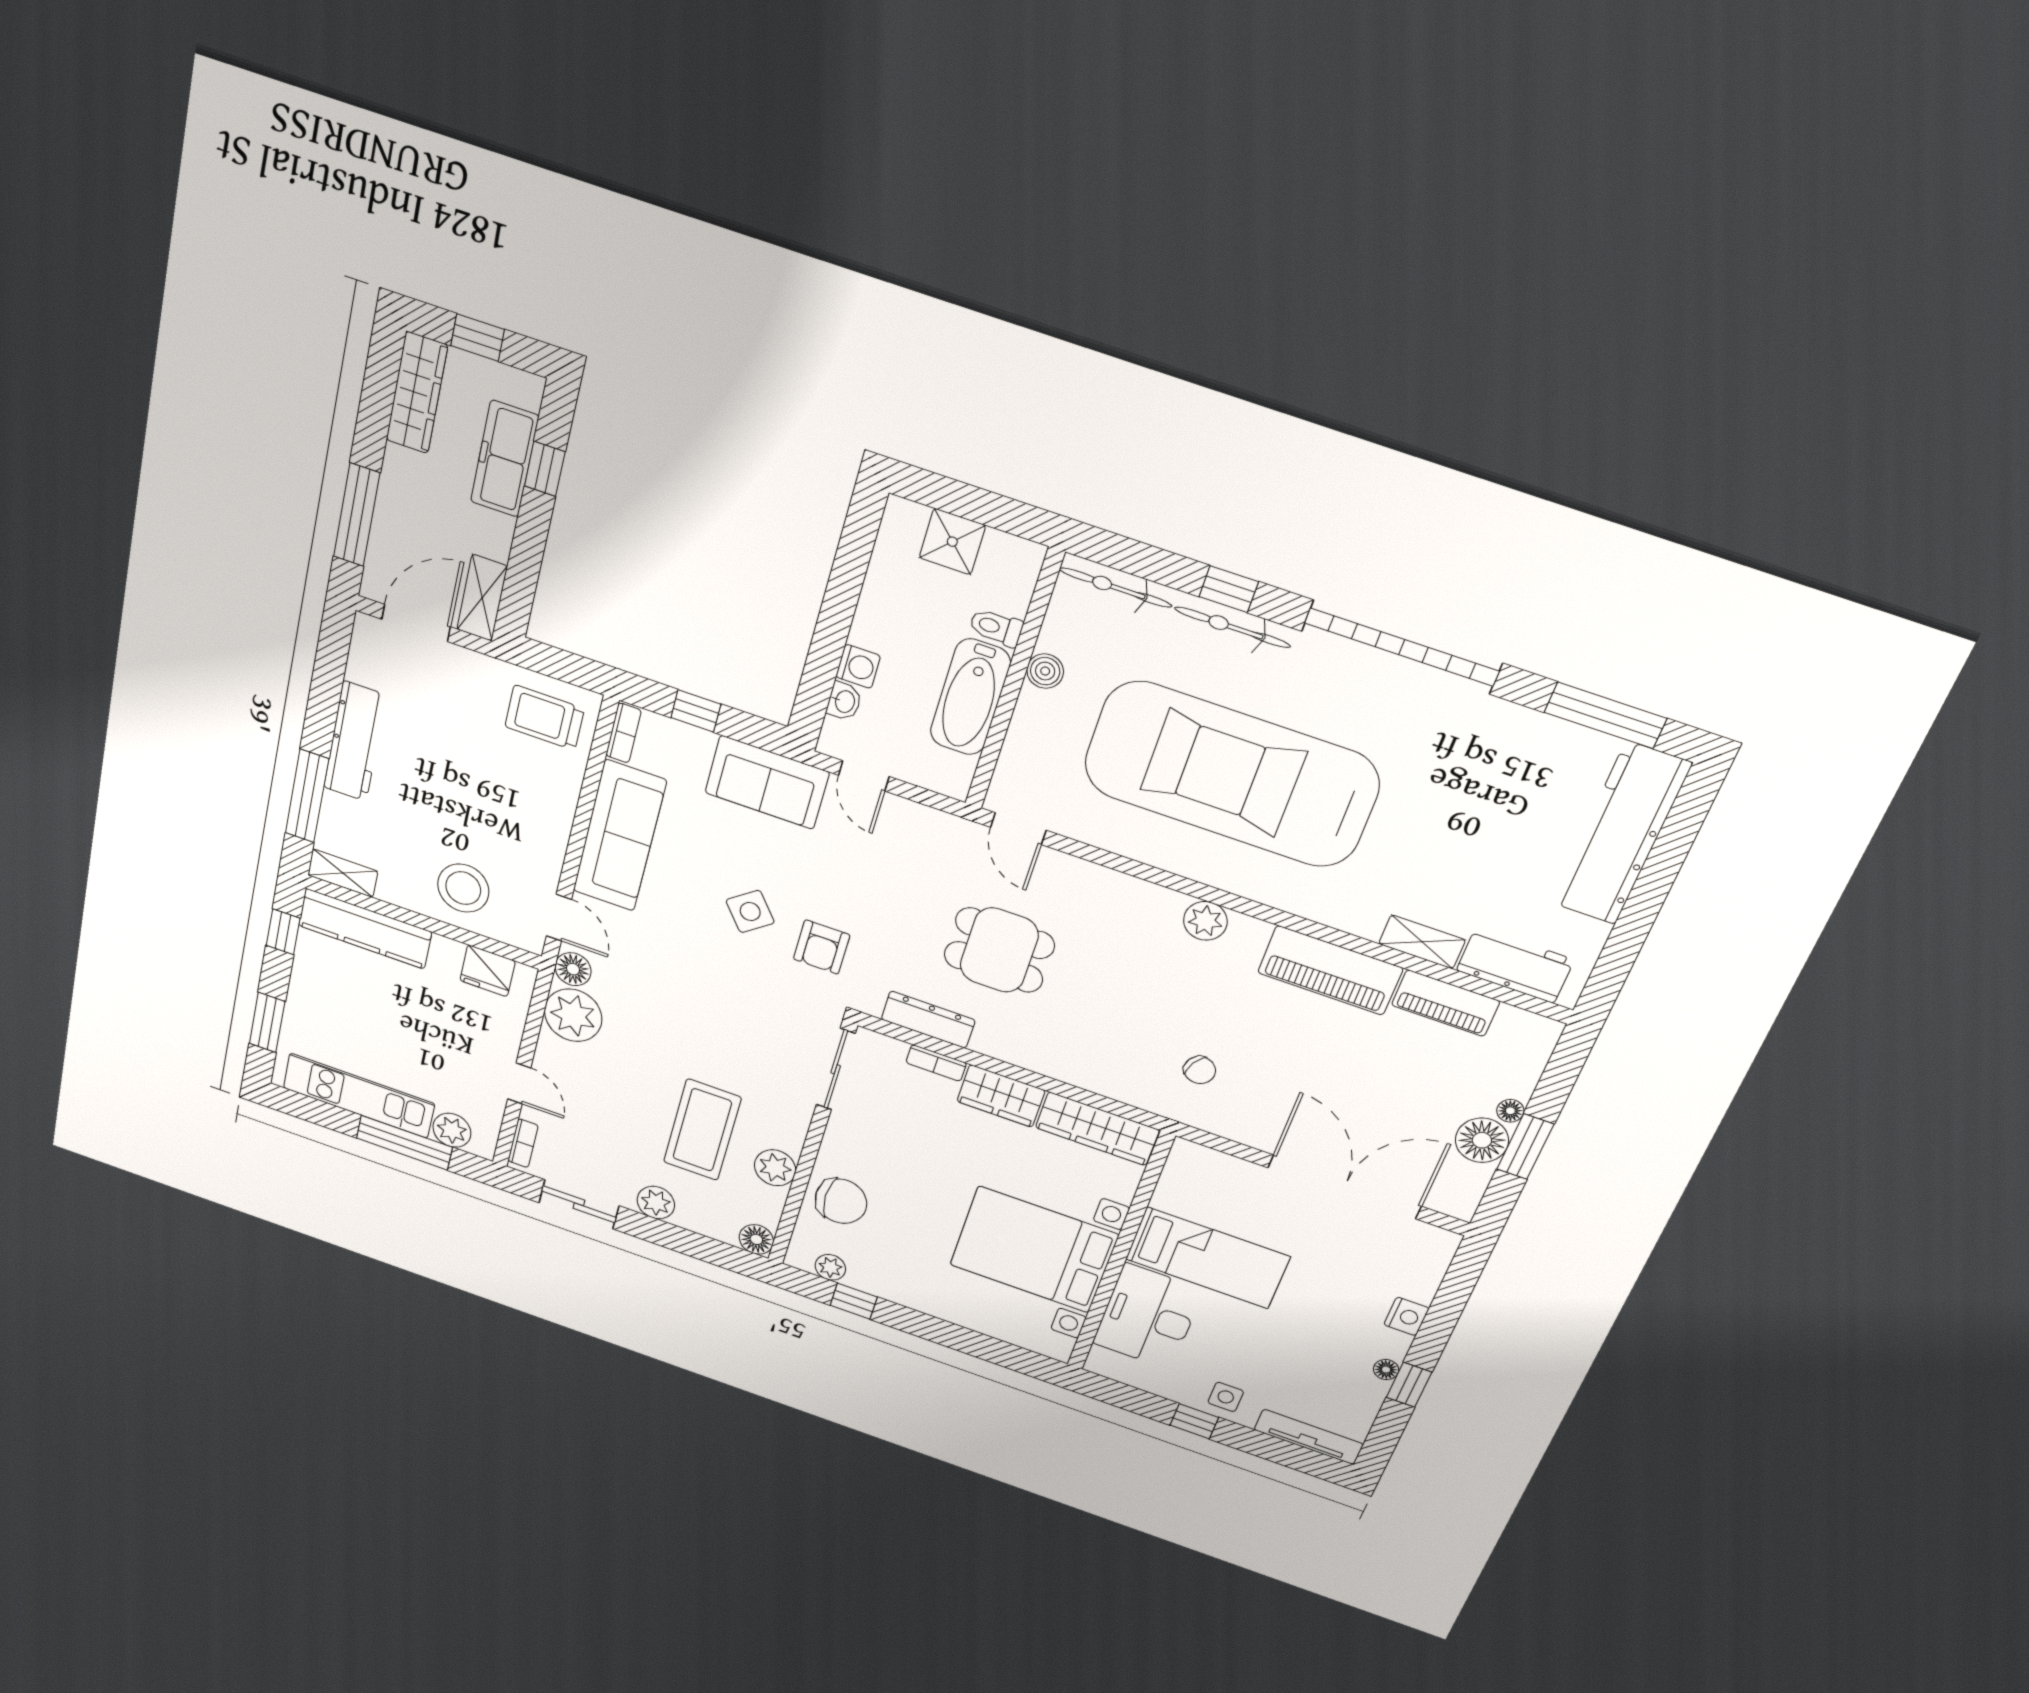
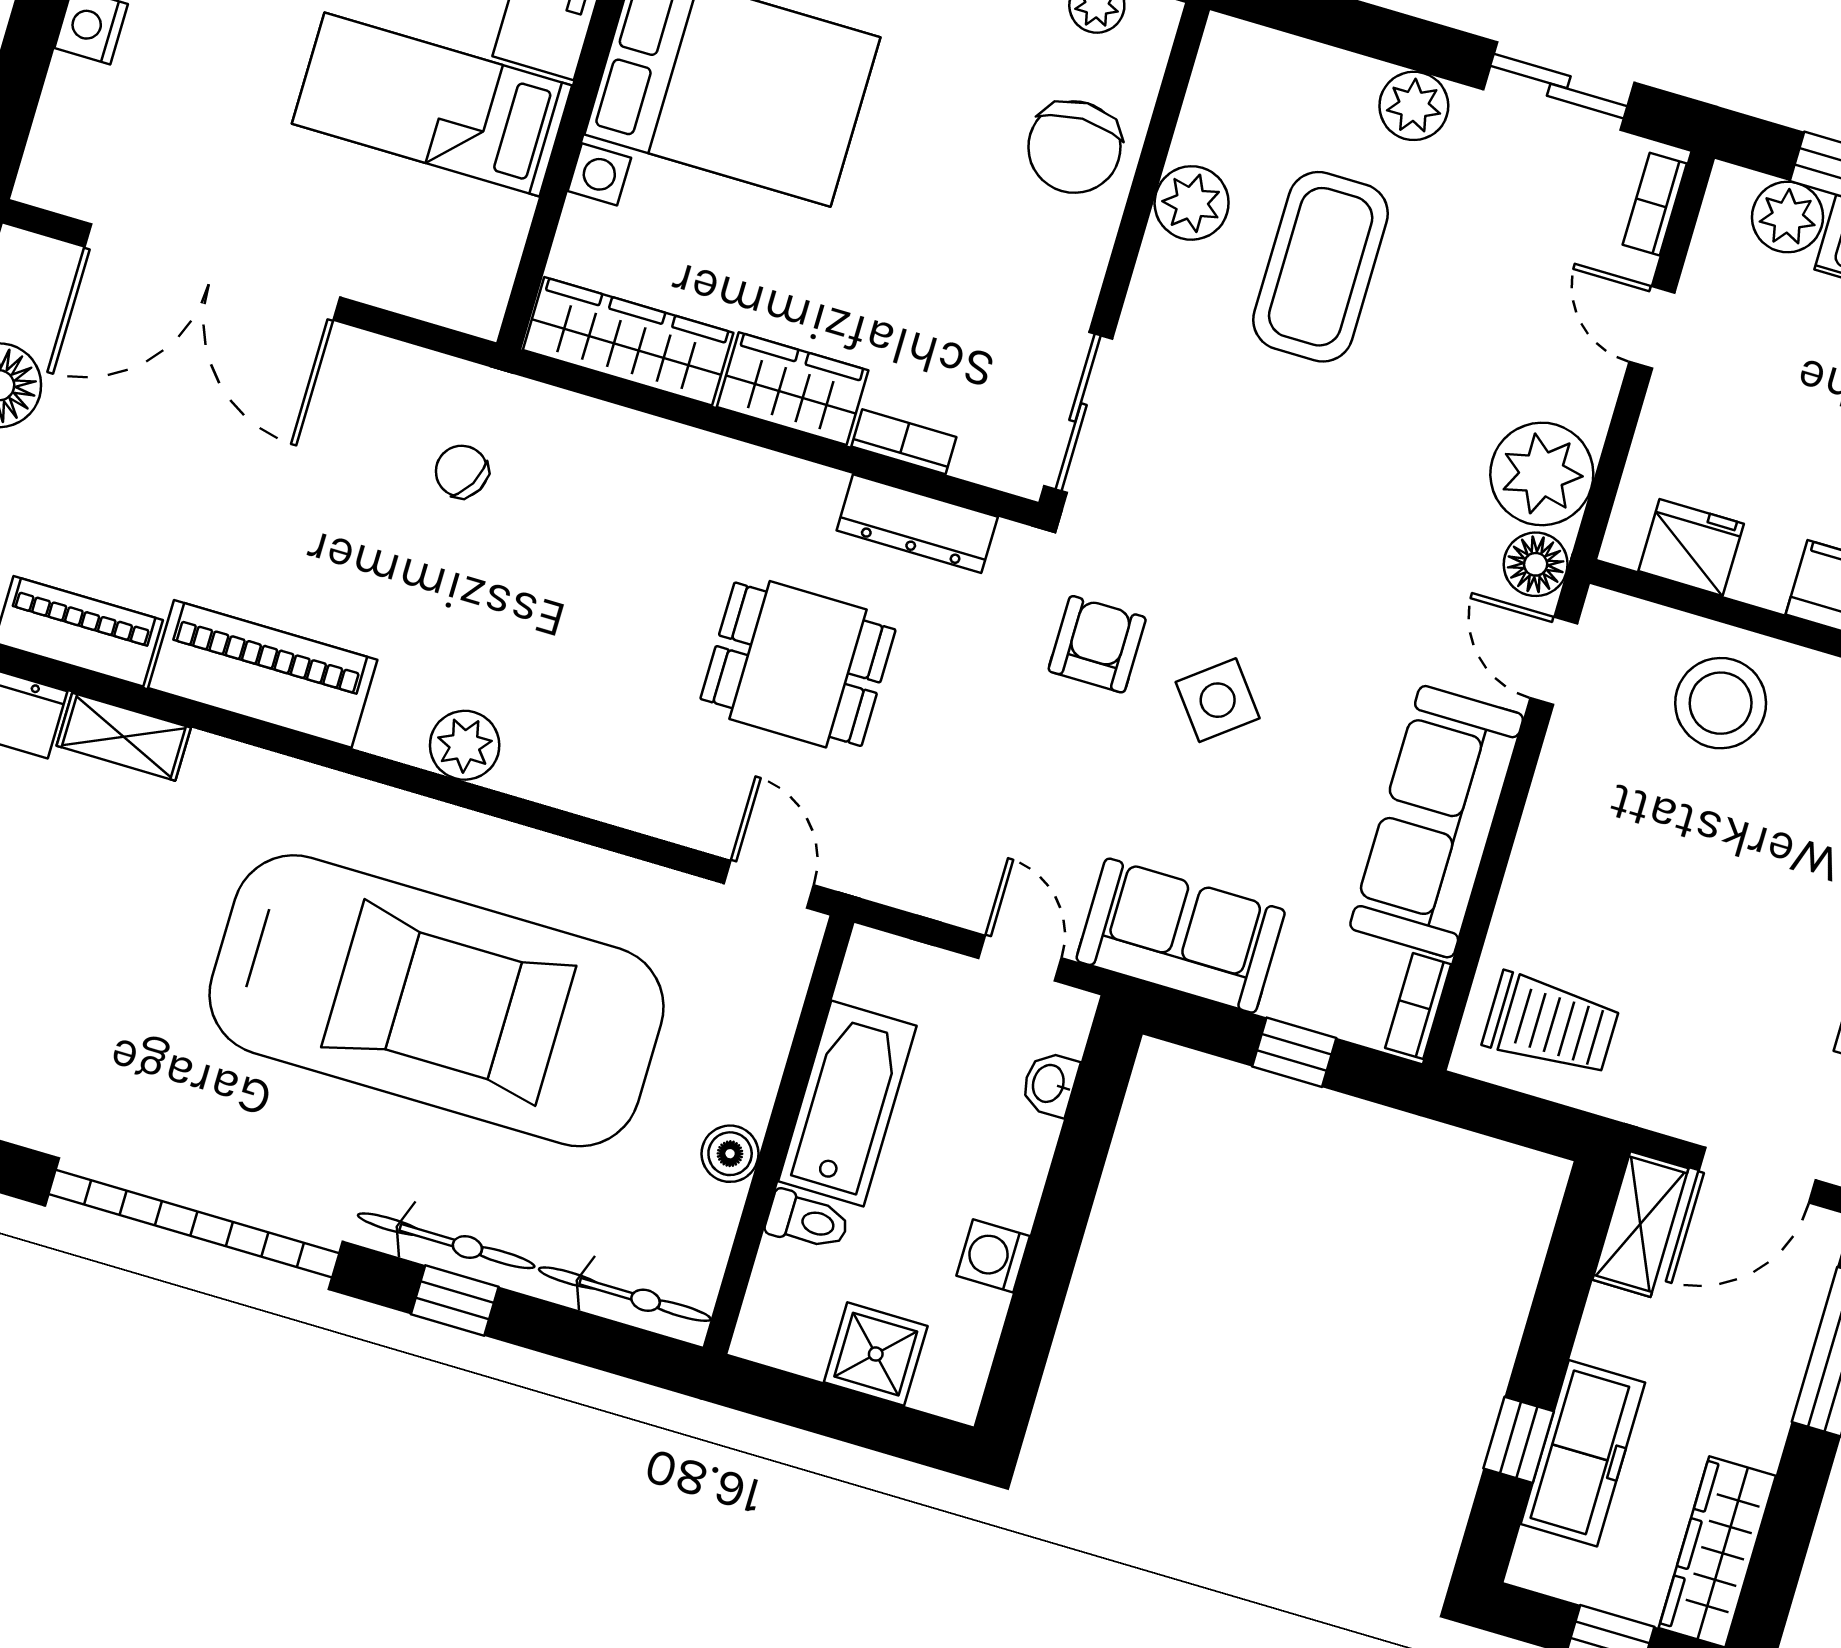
washing machine: (858, 666) -> (993, 1256), moved
chair: (841, 1201) -> (1074, 147), turned -90
floor lamp: (756, 1239) -> (1231, 49), removed

